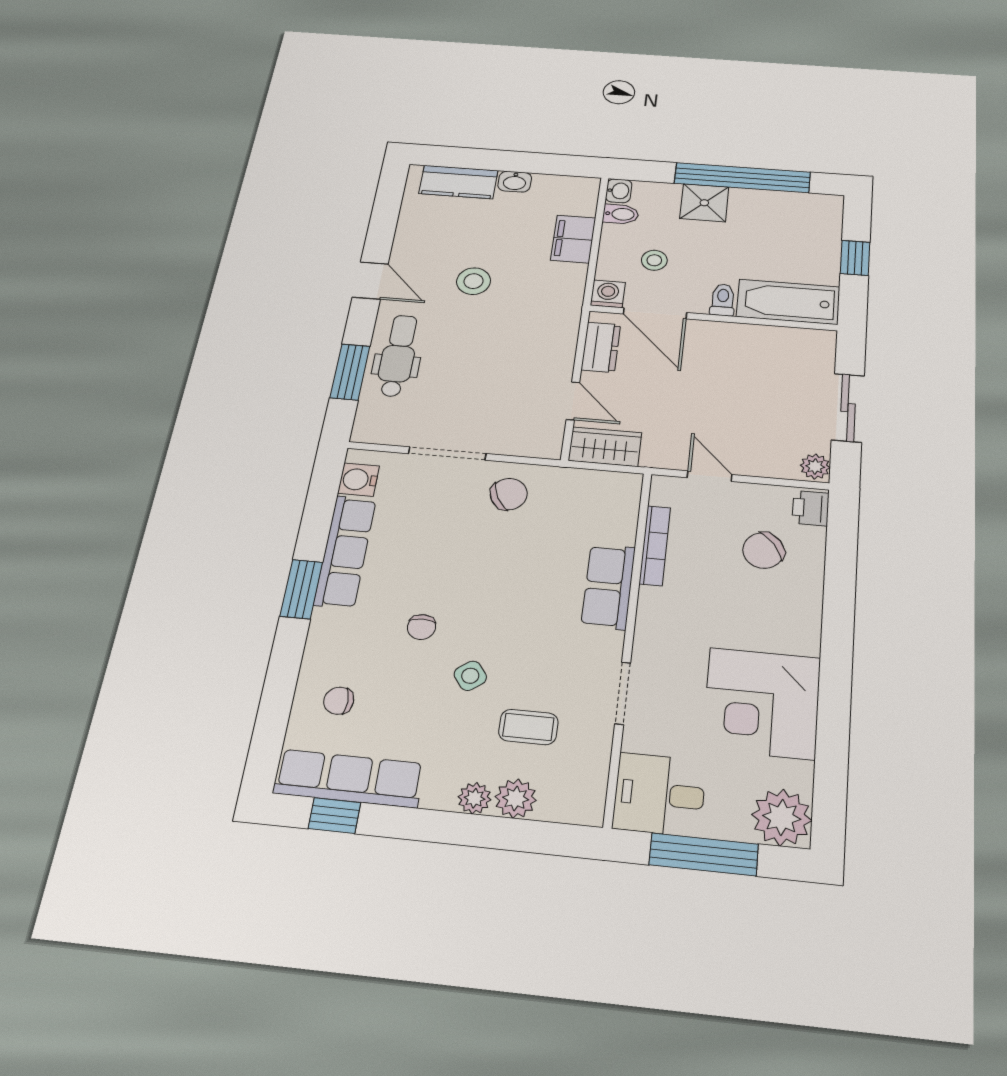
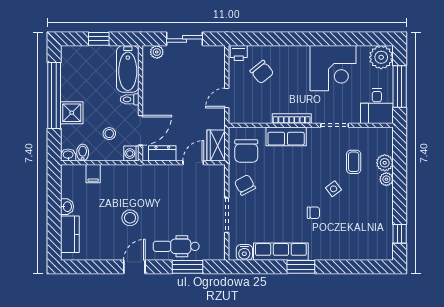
filing cabinet: (573, 239) -> (93, 174), width x0.50
plant: (815, 466) -> (157, 52), moved
bookcase: (655, 546) -> (292, 119), moved
chair: (339, 701) -> (246, 151), moved, width x1.87, depth x1.87
row of seats: (349, 778) -> (383, 231), removed

